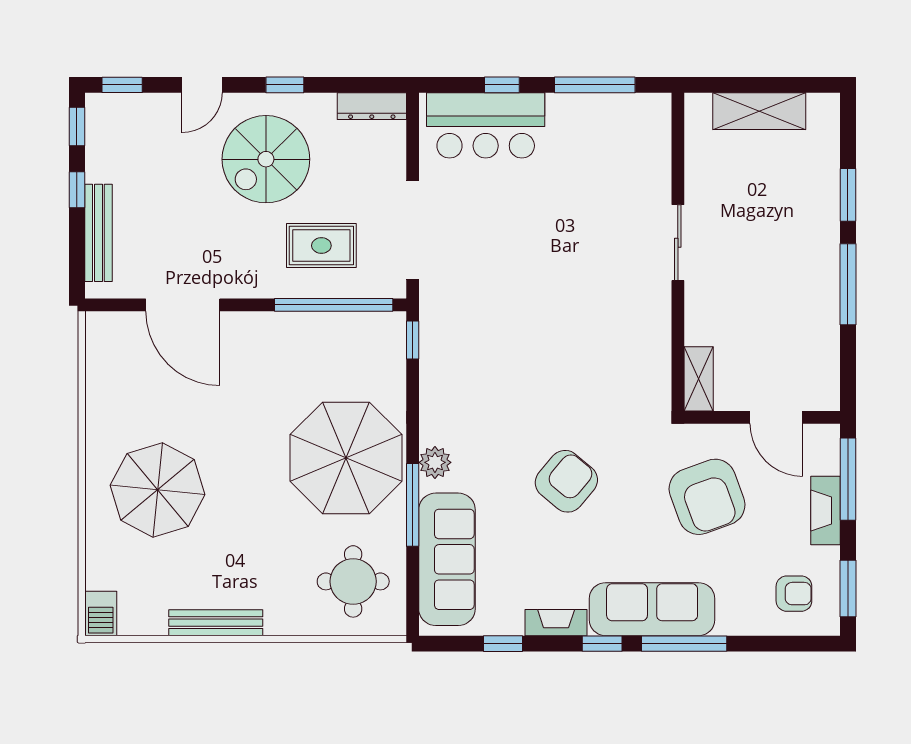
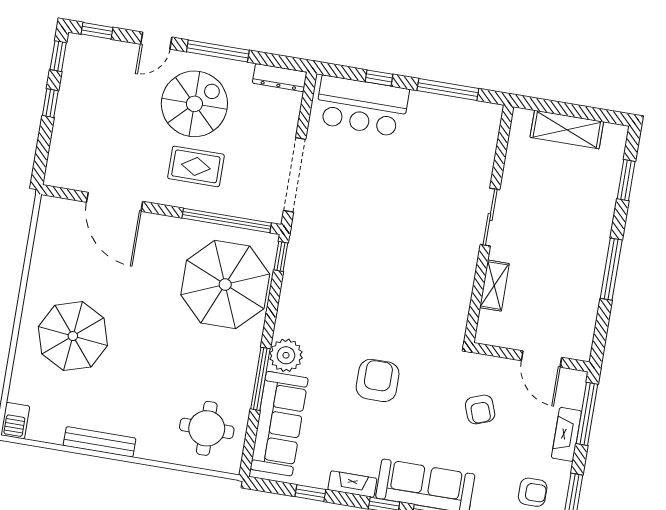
window: (285, 85) -> (218, 51), width x2.17
spiral stairs: (266, 159) -> (194, 104), turned 180
window: (848, 195) -> (626, 180), moved
bench: (98, 233) -> (61, 138), removed
rug: (321, 246) -> (196, 166), moved
shelving: (699, 379) -> (494, 286), moved
parasol: (346, 458) -> (225, 284), moved
plant: (435, 462) -> (286, 355), width x1.36, depth x1.36
armchair: (566, 481) -> (378, 380), turned -40
armchair: (707, 497) -> (480, 409), width x0.53, depth x0.53

